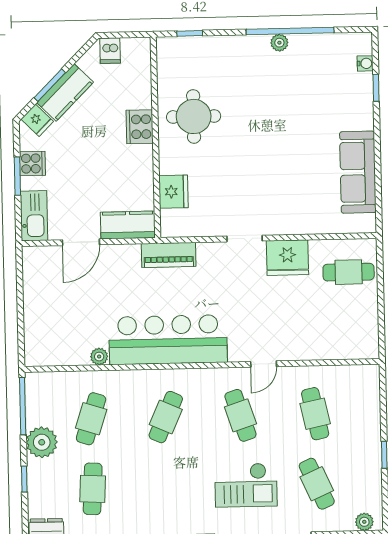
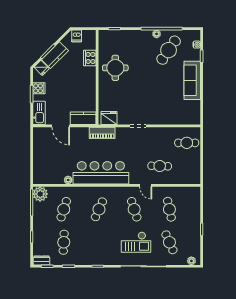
cafe table: (306, 76) -> (169, 50), added
cooker: (140, 127) -> (90, 58), moved
sofa: (358, 172) -> (192, 80), moved
fridge: (174, 192) -> (109, 118), moved, turned -90
door: (81, 242) -> (61, 126), hinge flipped
fridge: (287, 258) -> (158, 135), removed
cafe table: (292, 323) -> (160, 166), added
door: (264, 364) -> (146, 185), hinge flipped
plant: (42, 442) -> (40, 194), moved

